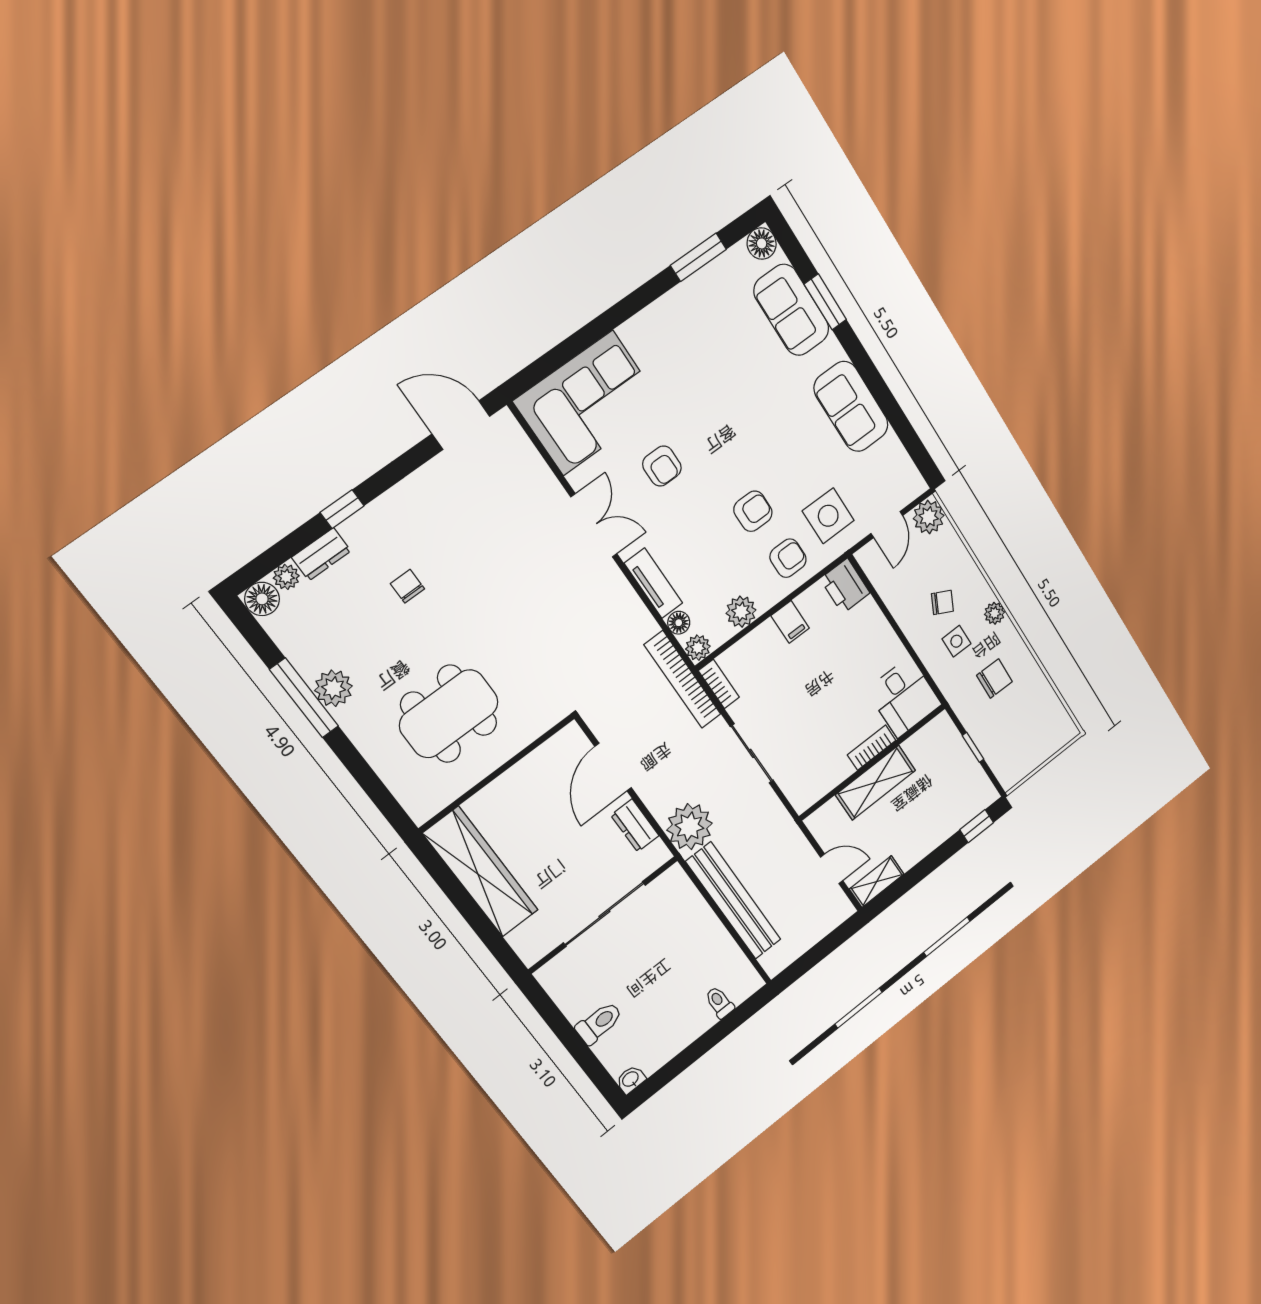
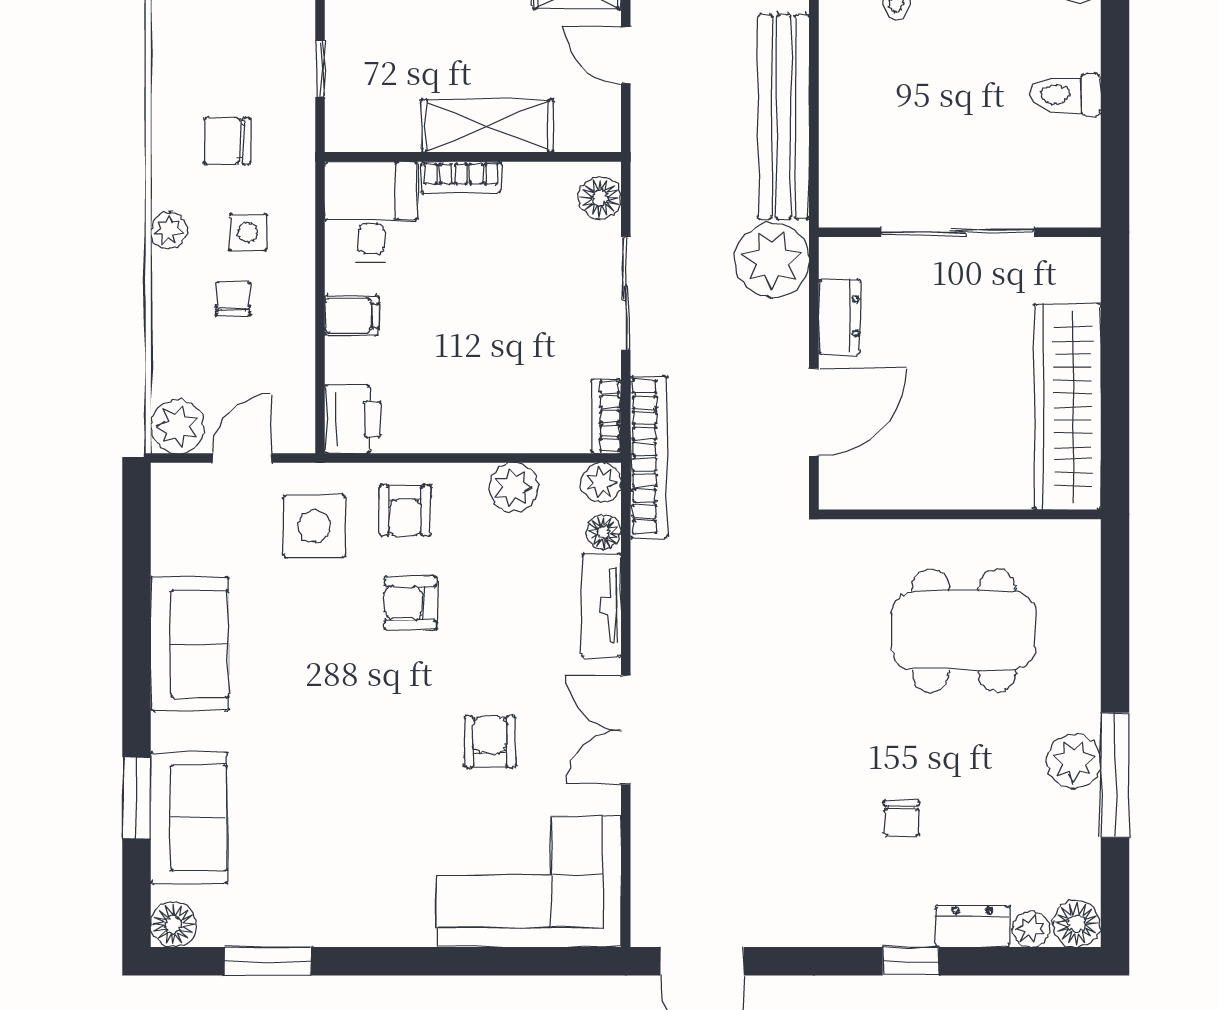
armchair: (788, 558) -> (405, 510), turned -90
chair: (942, 602) -> (233, 299), turned 63
filing cabinet: (790, 622) -> (352, 316), moved, turned 90
floor lamp: (797, 790) -> (600, 198), added

